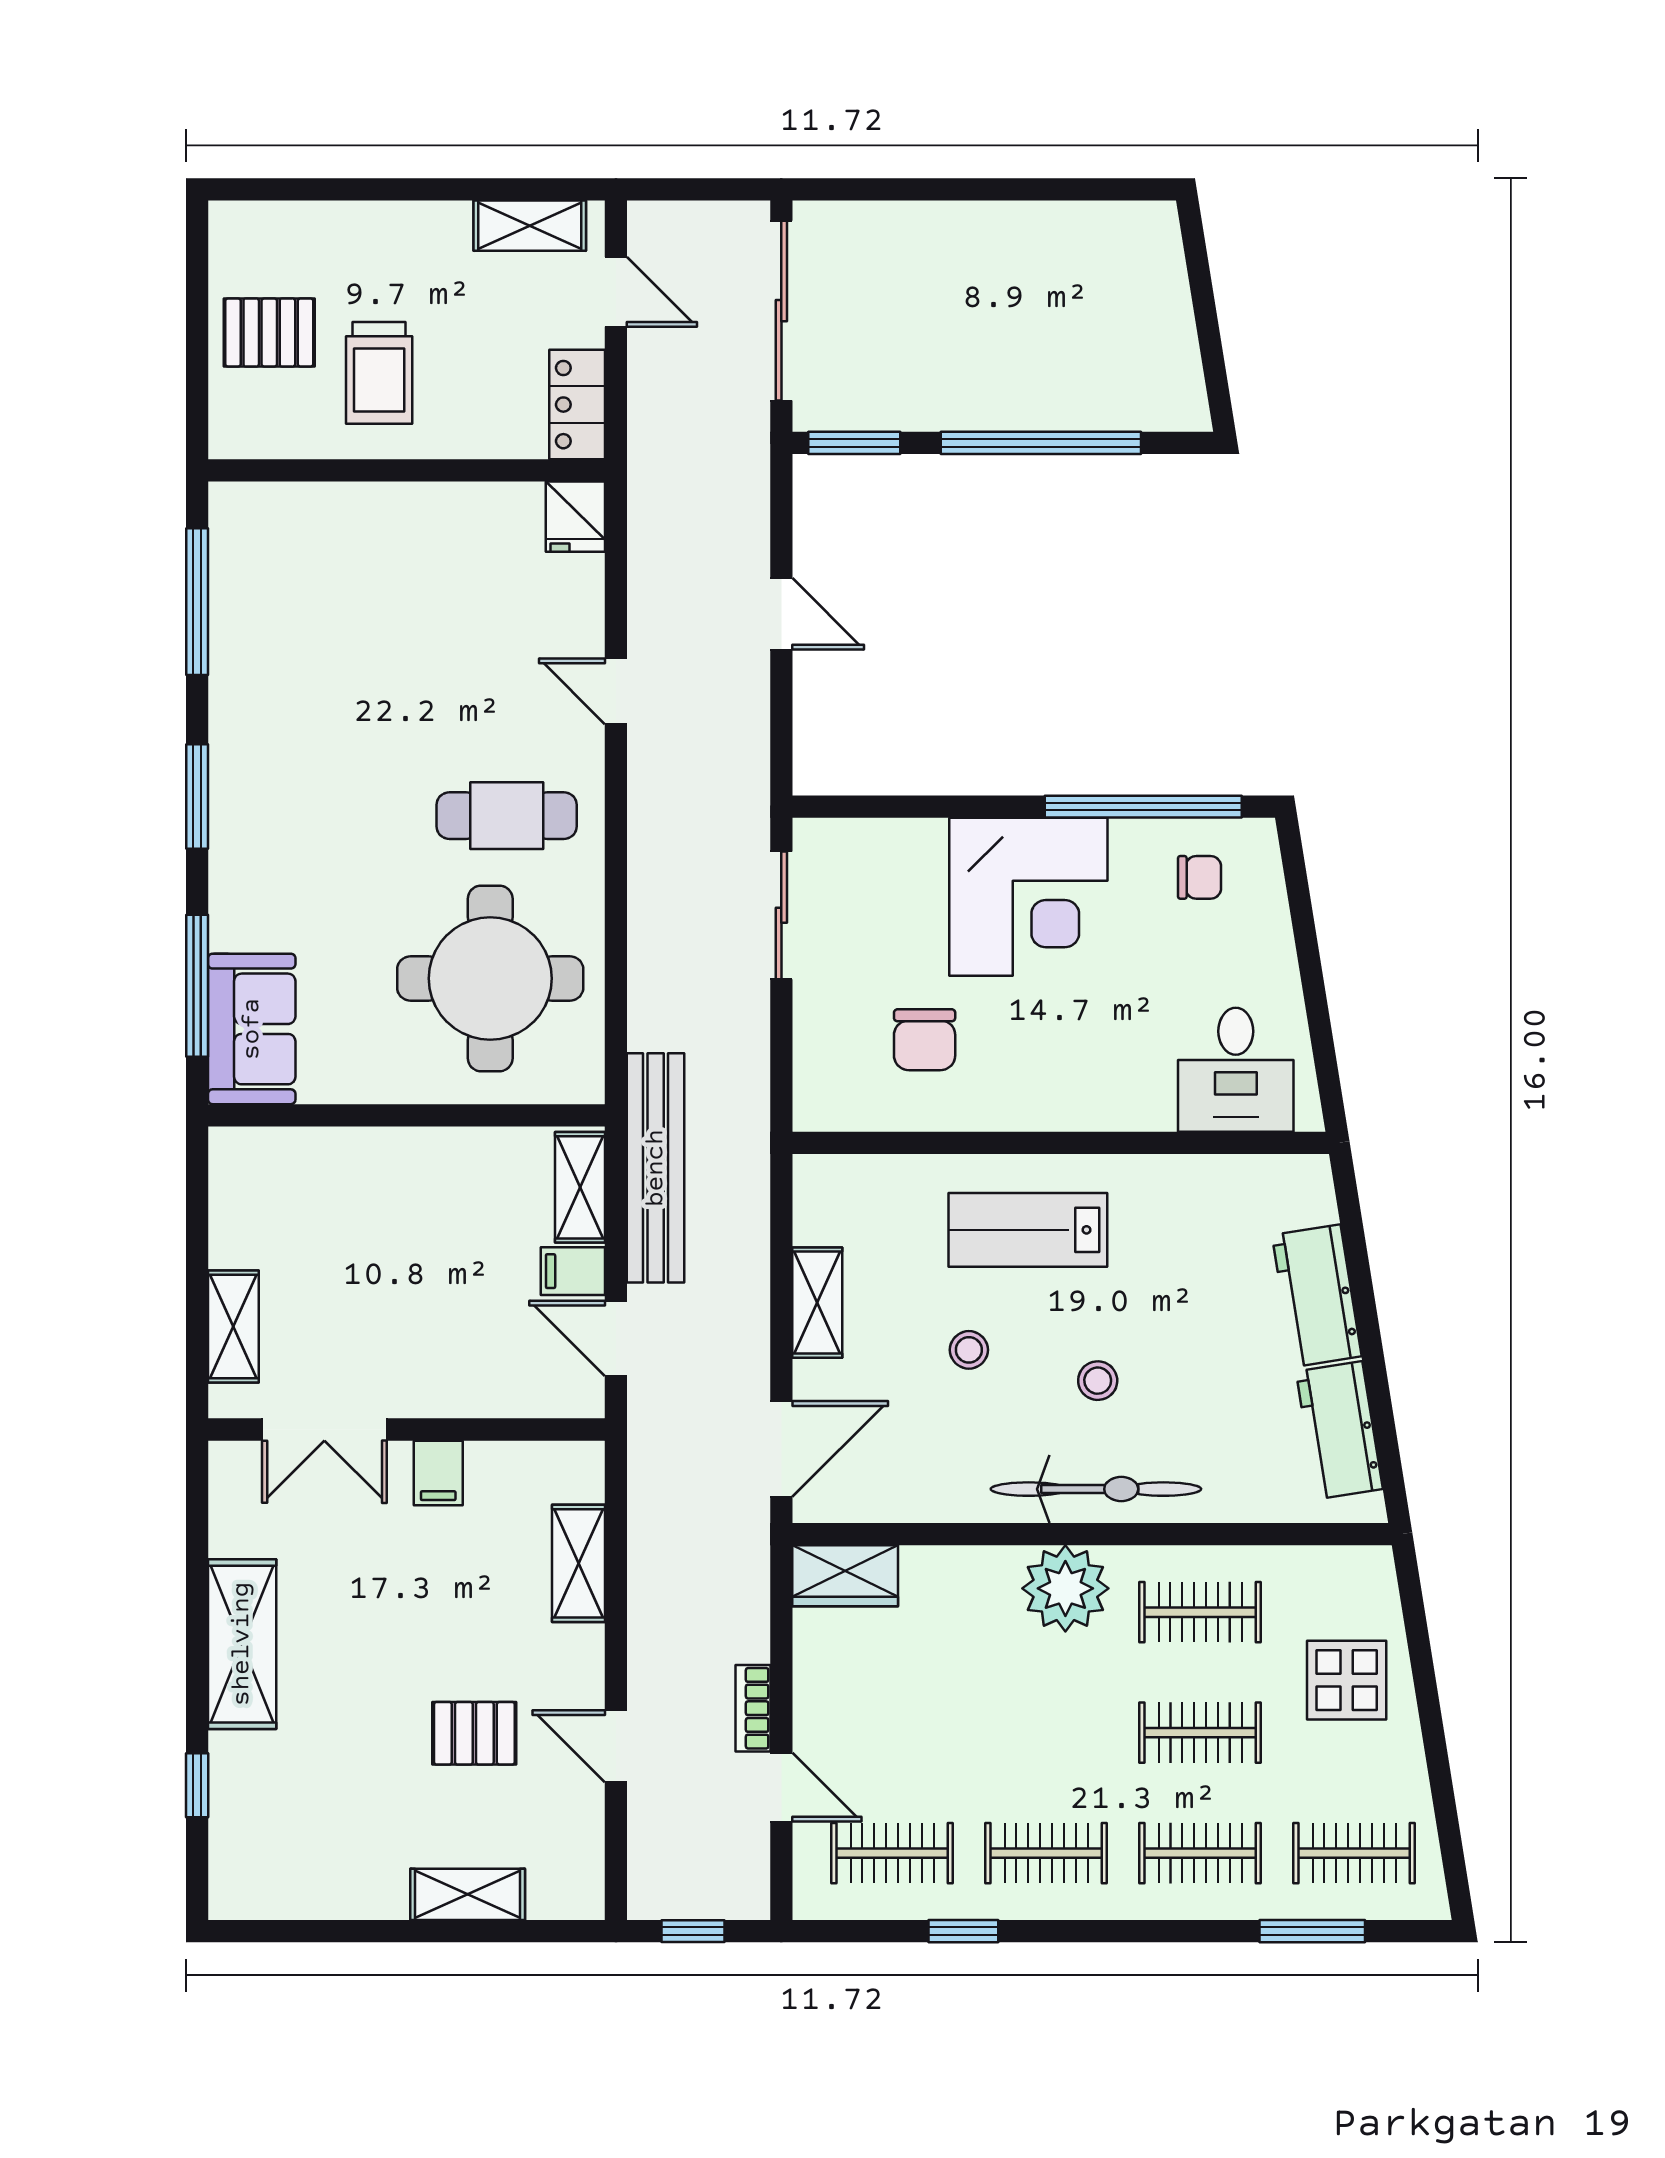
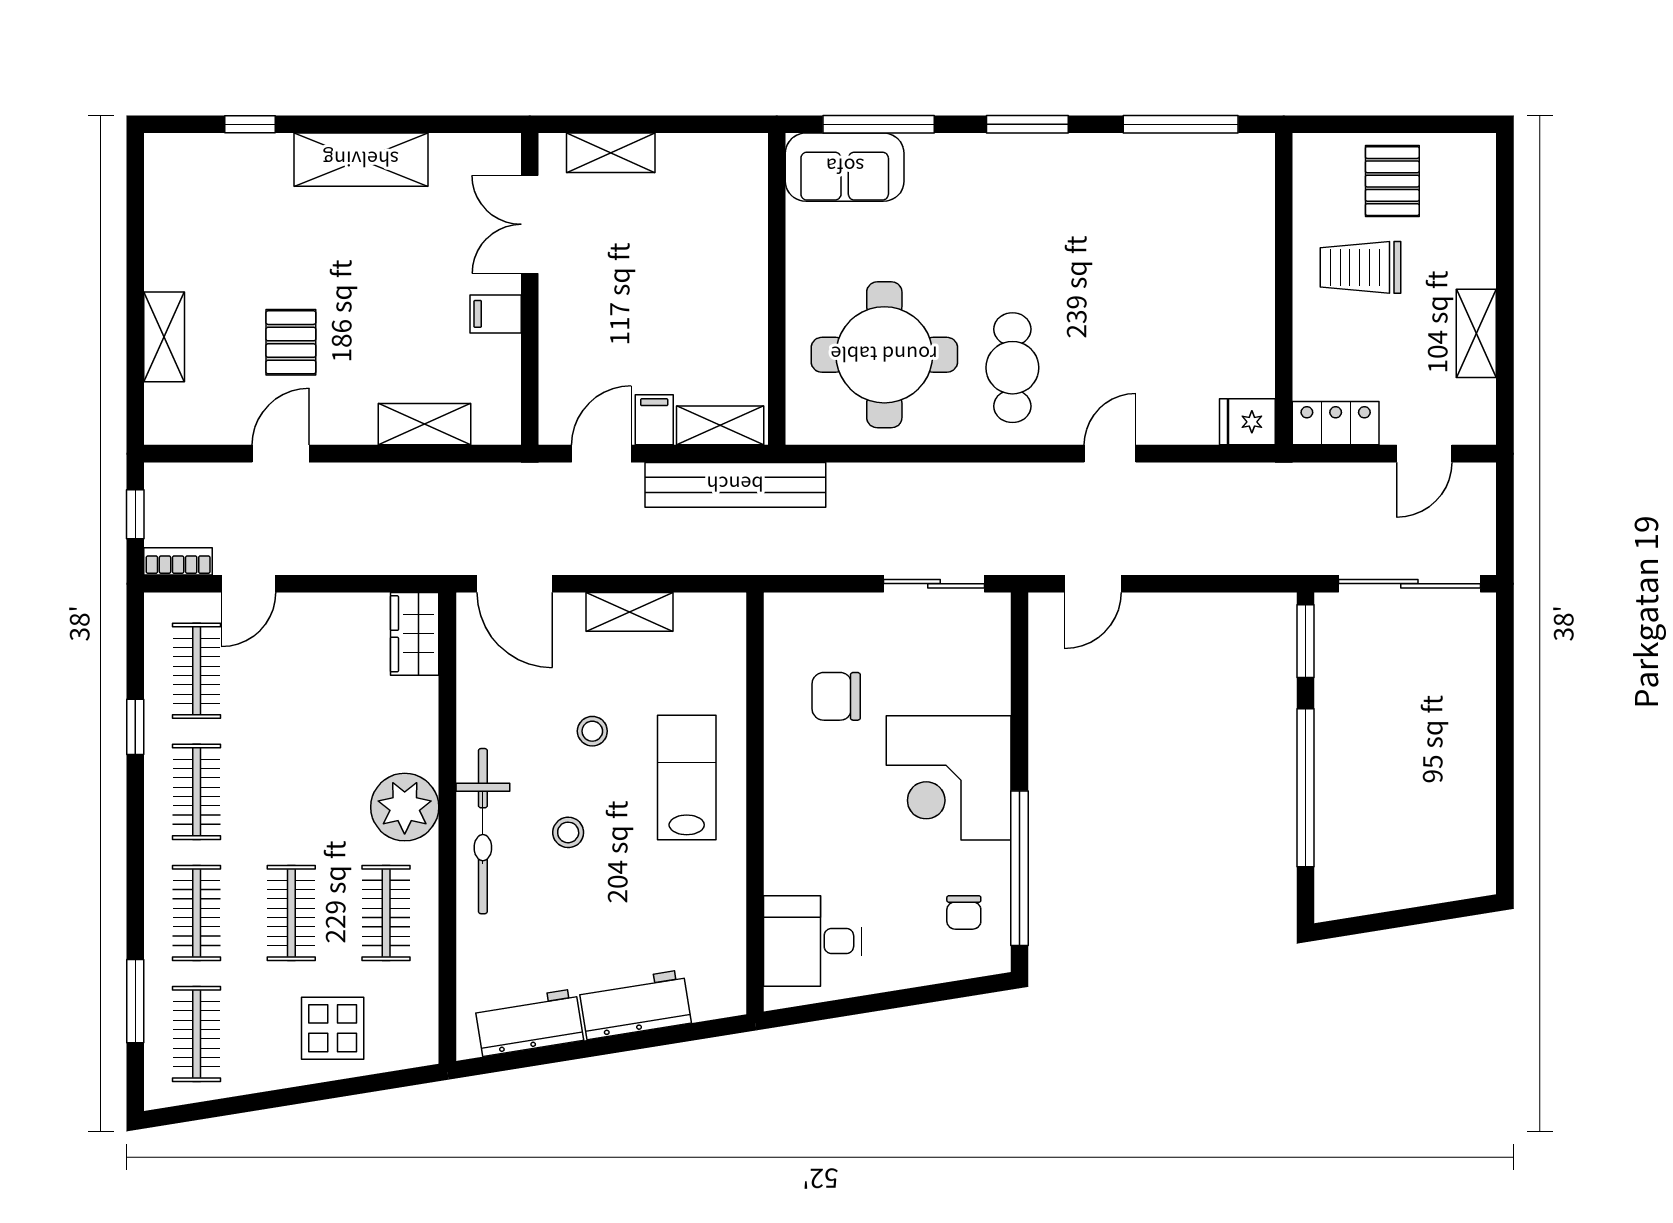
shelving: (530, 226) -> (1476, 333), moved
door: (781, 614) -> (1093, 584), moved
bookcase: (753, 1708) -> (178, 561), moved

